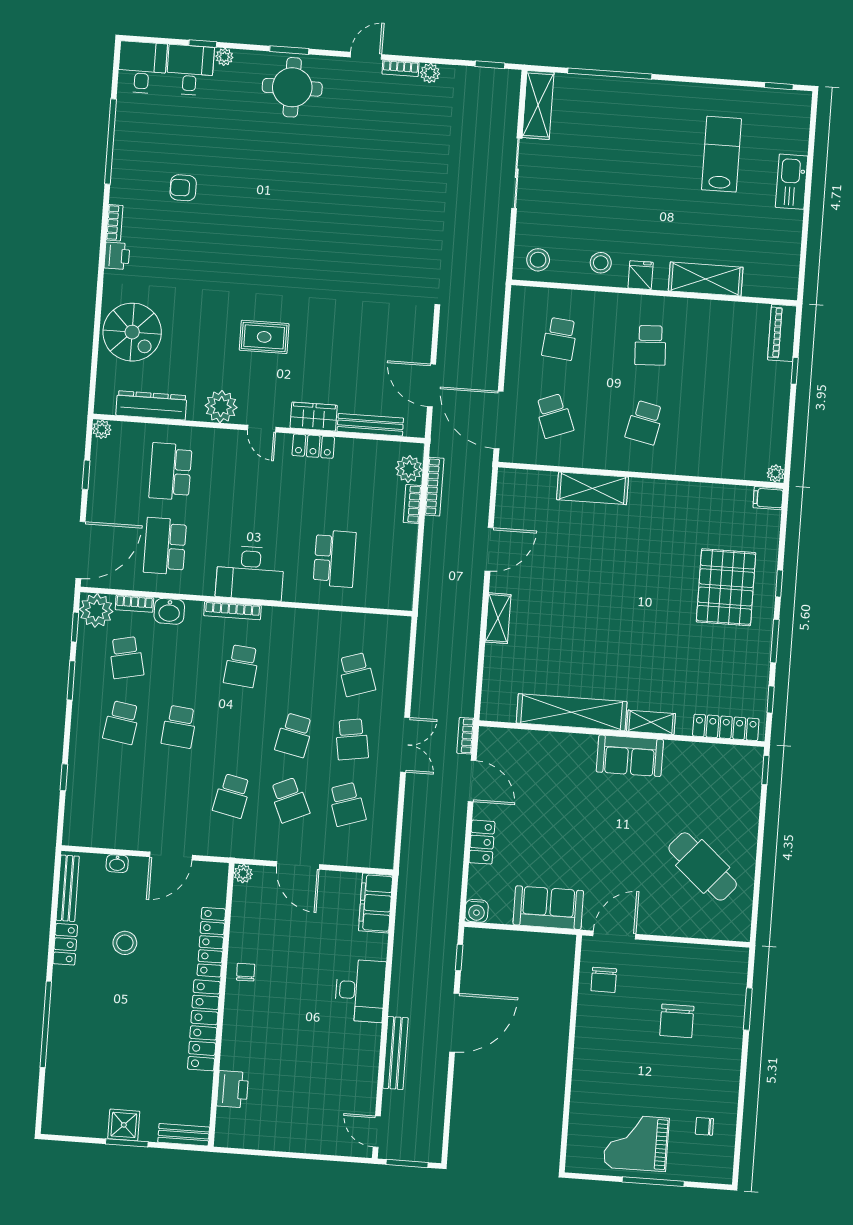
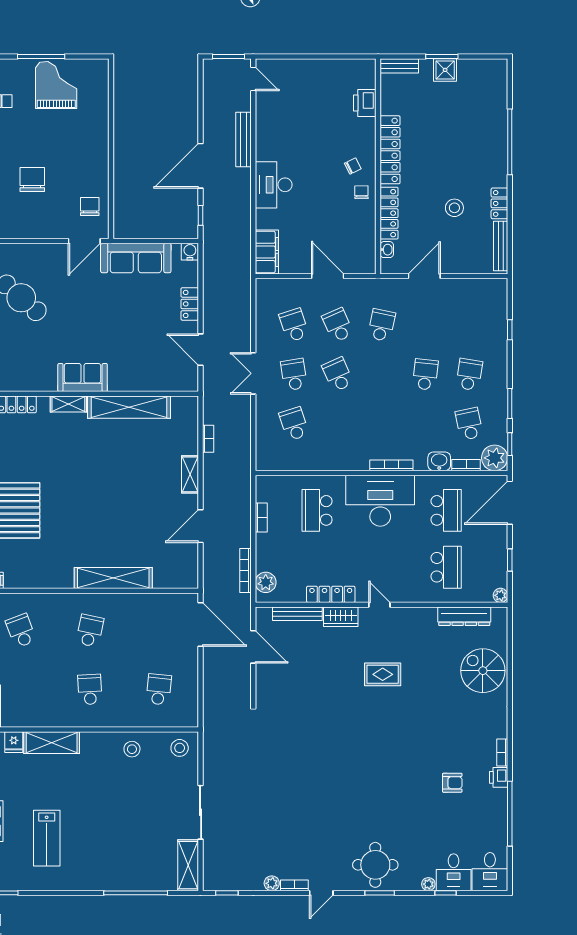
printer: (117, 256) -> (499, 777), moved
fridge: (641, 275) -> (14, 742), moved
plant: (221, 407) -> (411, 619), removed
school desk: (554, 416) -> (21, 631), moved
locker: (313, 446) -> (331, 594), width x1.53
shelving: (593, 488) -> (113, 578), width x1.47
bookcase: (412, 504) -> (261, 518), moved
desk: (250, 573) -> (380, 501), width x1.36, depth x1.30
school desk: (241, 666) -> (382, 424), removed
school desk: (294, 735) -> (338, 375), turned -36
bookcase: (465, 736) -> (208, 439), moved
washbasin: (117, 864) -> (387, 250), moved, turned 90
plant: (243, 874) -> (369, 267), removed
sofa: (548, 908) -> (136, 258), width x1.36
chair: (246, 972) -> (361, 192), turned 180
chair: (254, 1008) -> (353, 166), added
grand piano: (636, 1143) -> (56, 85), turned -90

